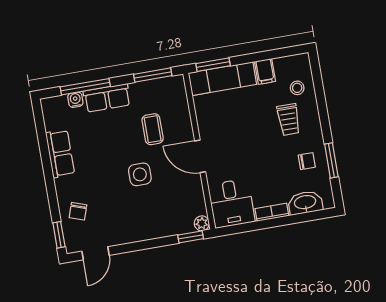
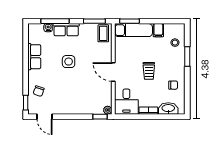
trolley: (289, 119) -> (149, 71), moved
coffee table: (153, 129) -> (103, 33), moved
window: (331, 160) -> (187, 56), moved
side table: (140, 174) -> (69, 62), moved
door: (96, 253) -> (45, 117), hinge flipped

